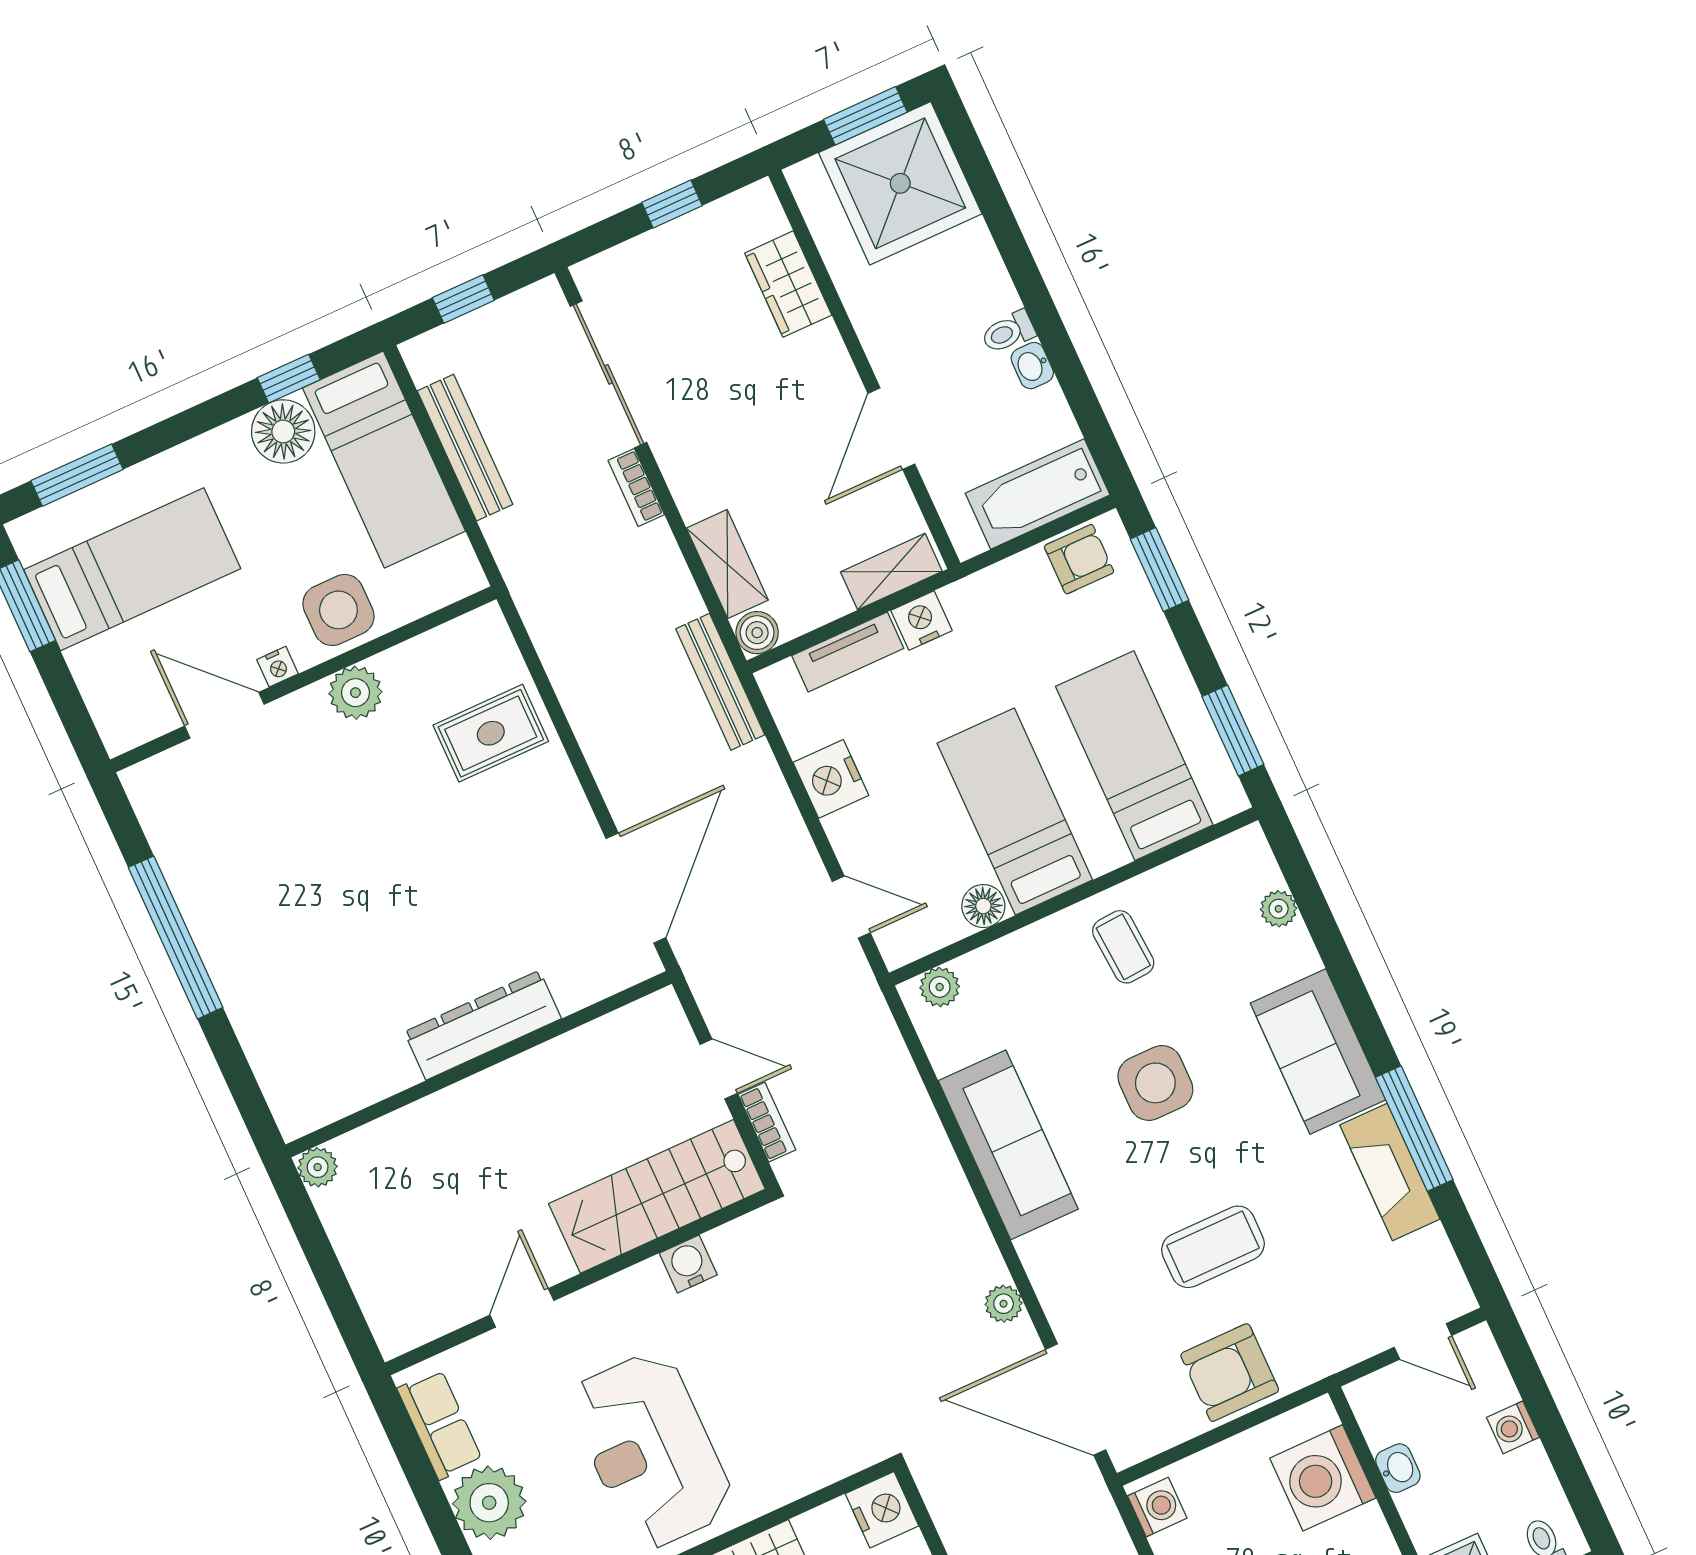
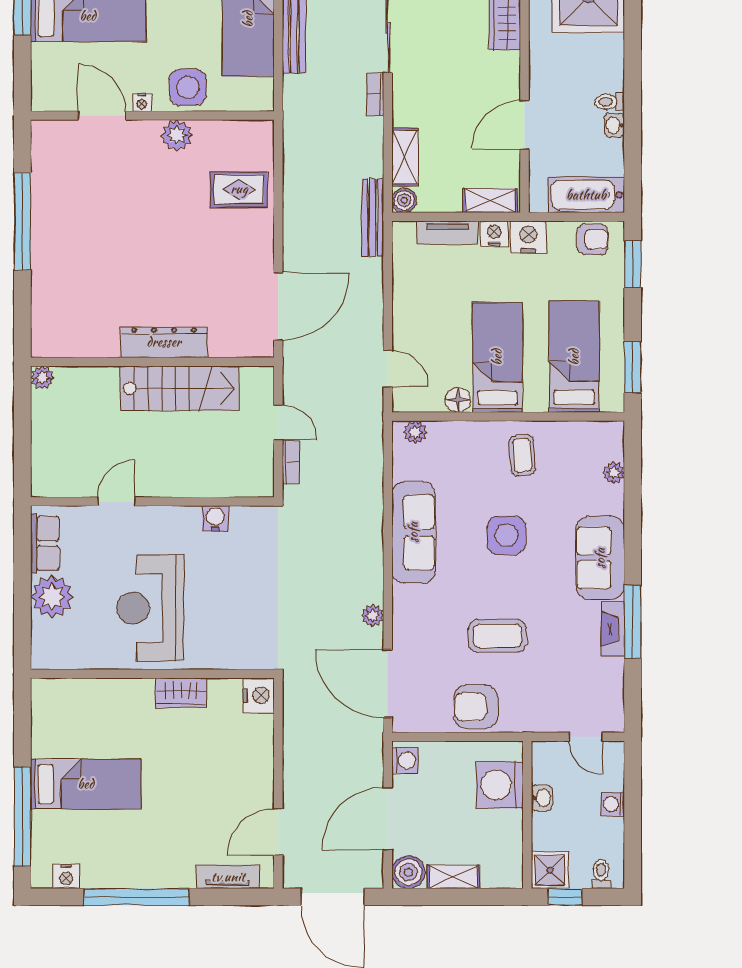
nightstand: (831, 779) -> (528, 237), moved, turned 90
fireplace: (1390, 1172) -> (613, 629), width x0.73, depth x0.76
stairs: (657, 1196) -> (179, 388), moved, turned 180

